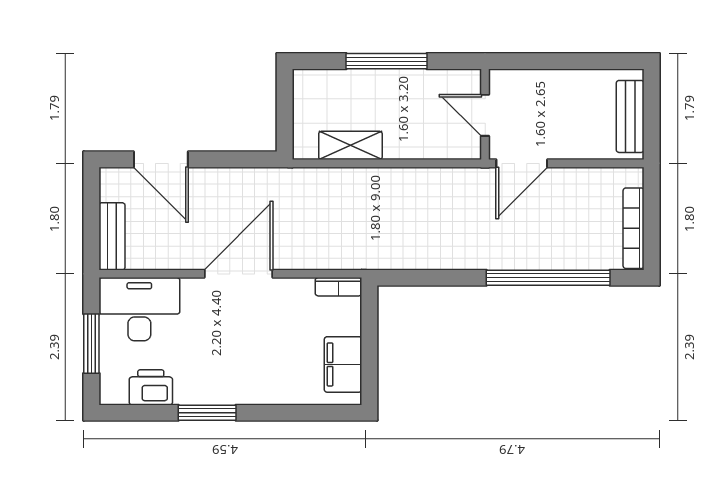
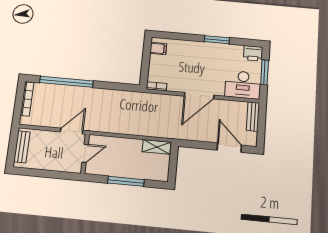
door: (485, 115) -> (85, 153), hinge flipped
shelving: (350, 145) -> (157, 147), moved
filing cabinet: (343, 364) -> (158, 48), width x0.50
printer: (151, 387) -> (253, 53), moved

